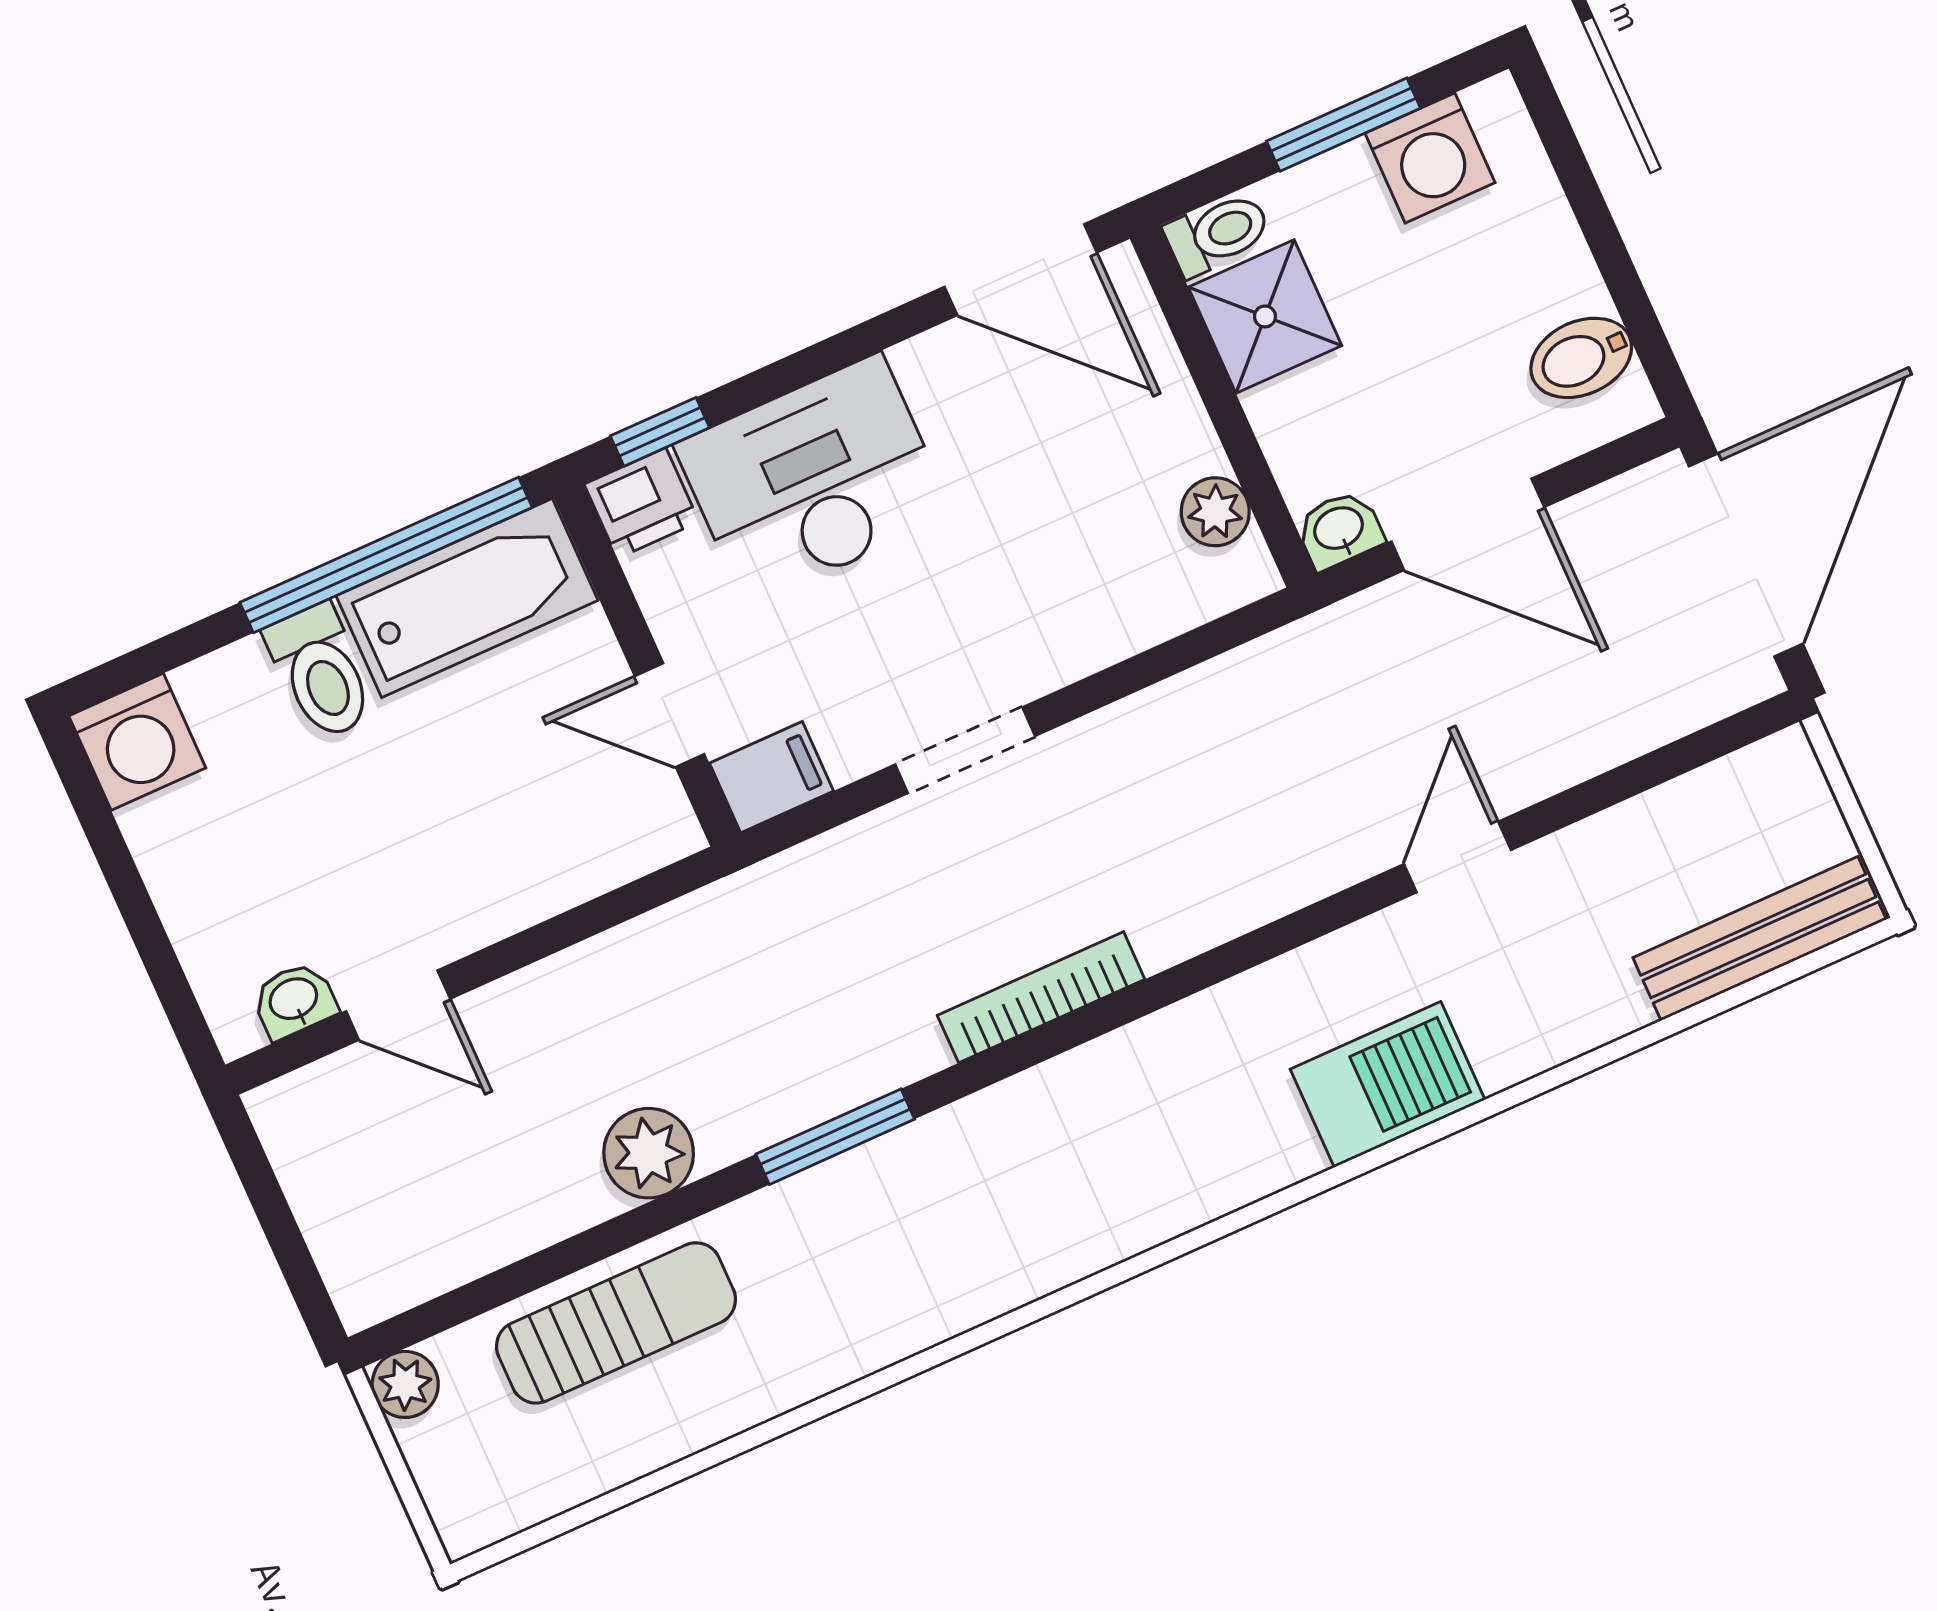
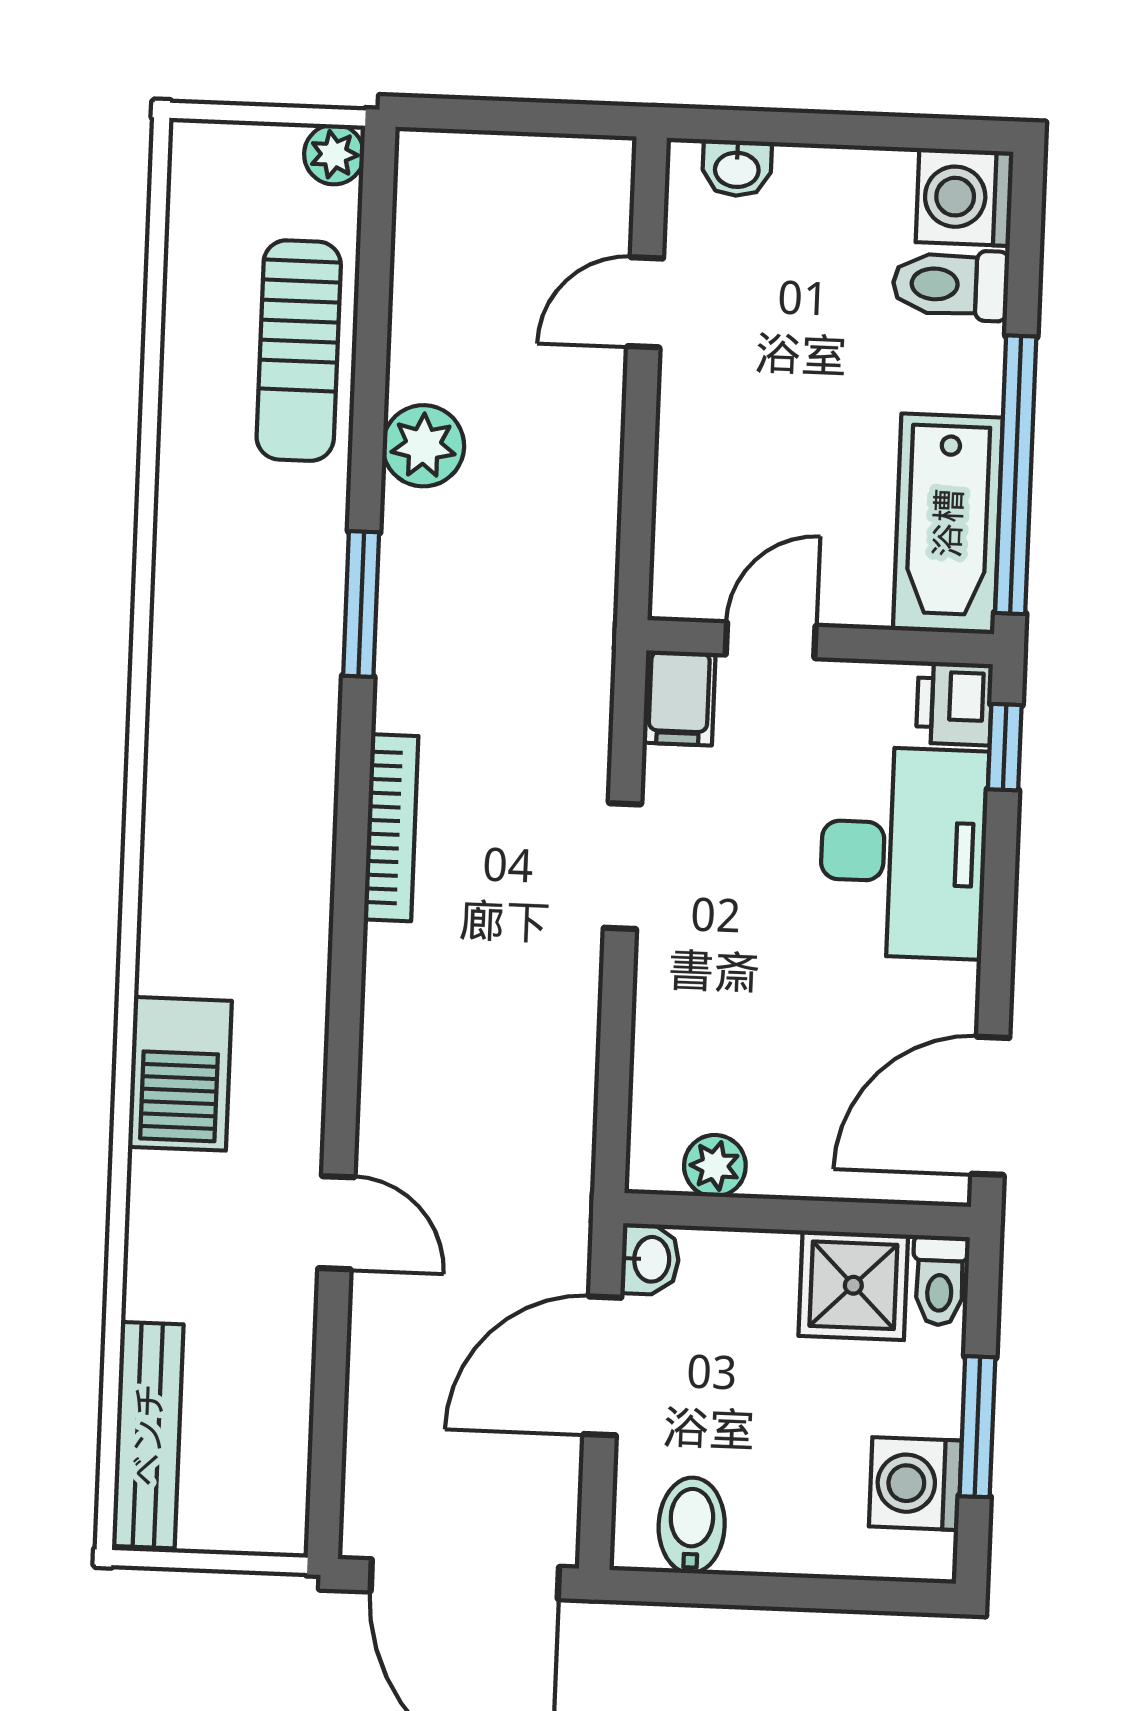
toilet: (321, 672) -> (951, 285), moved
washbasin: (294, 1000) -> (737, 168), moved, turned 90

